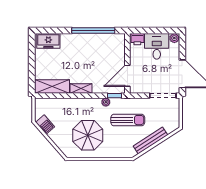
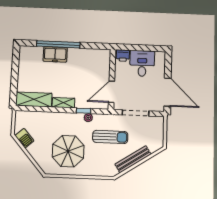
window: (93, 31) -> (58, 44), moved
plant: (174, 38) -> (160, 56), removed
freezer: (48, 41) -> (55, 54), moved
window: (114, 96) -> (84, 111), moved
doorway: (163, 96) -> (135, 113), moved

